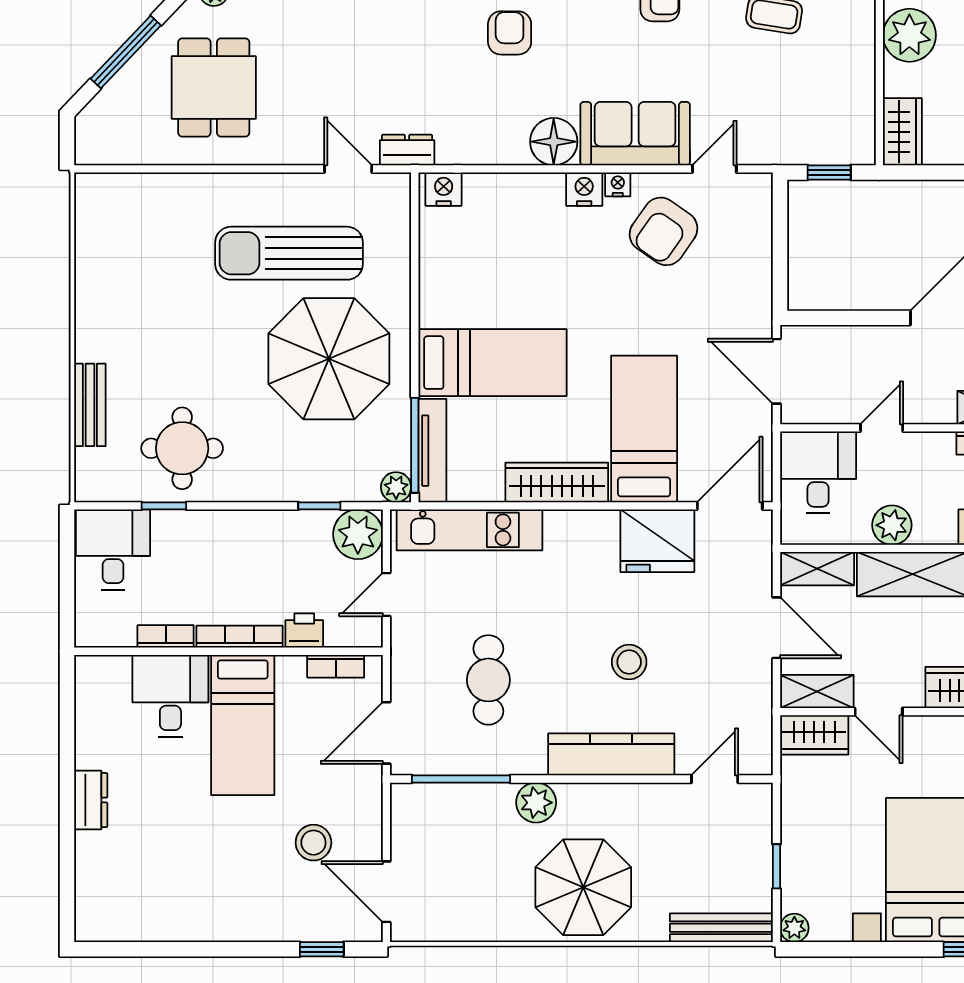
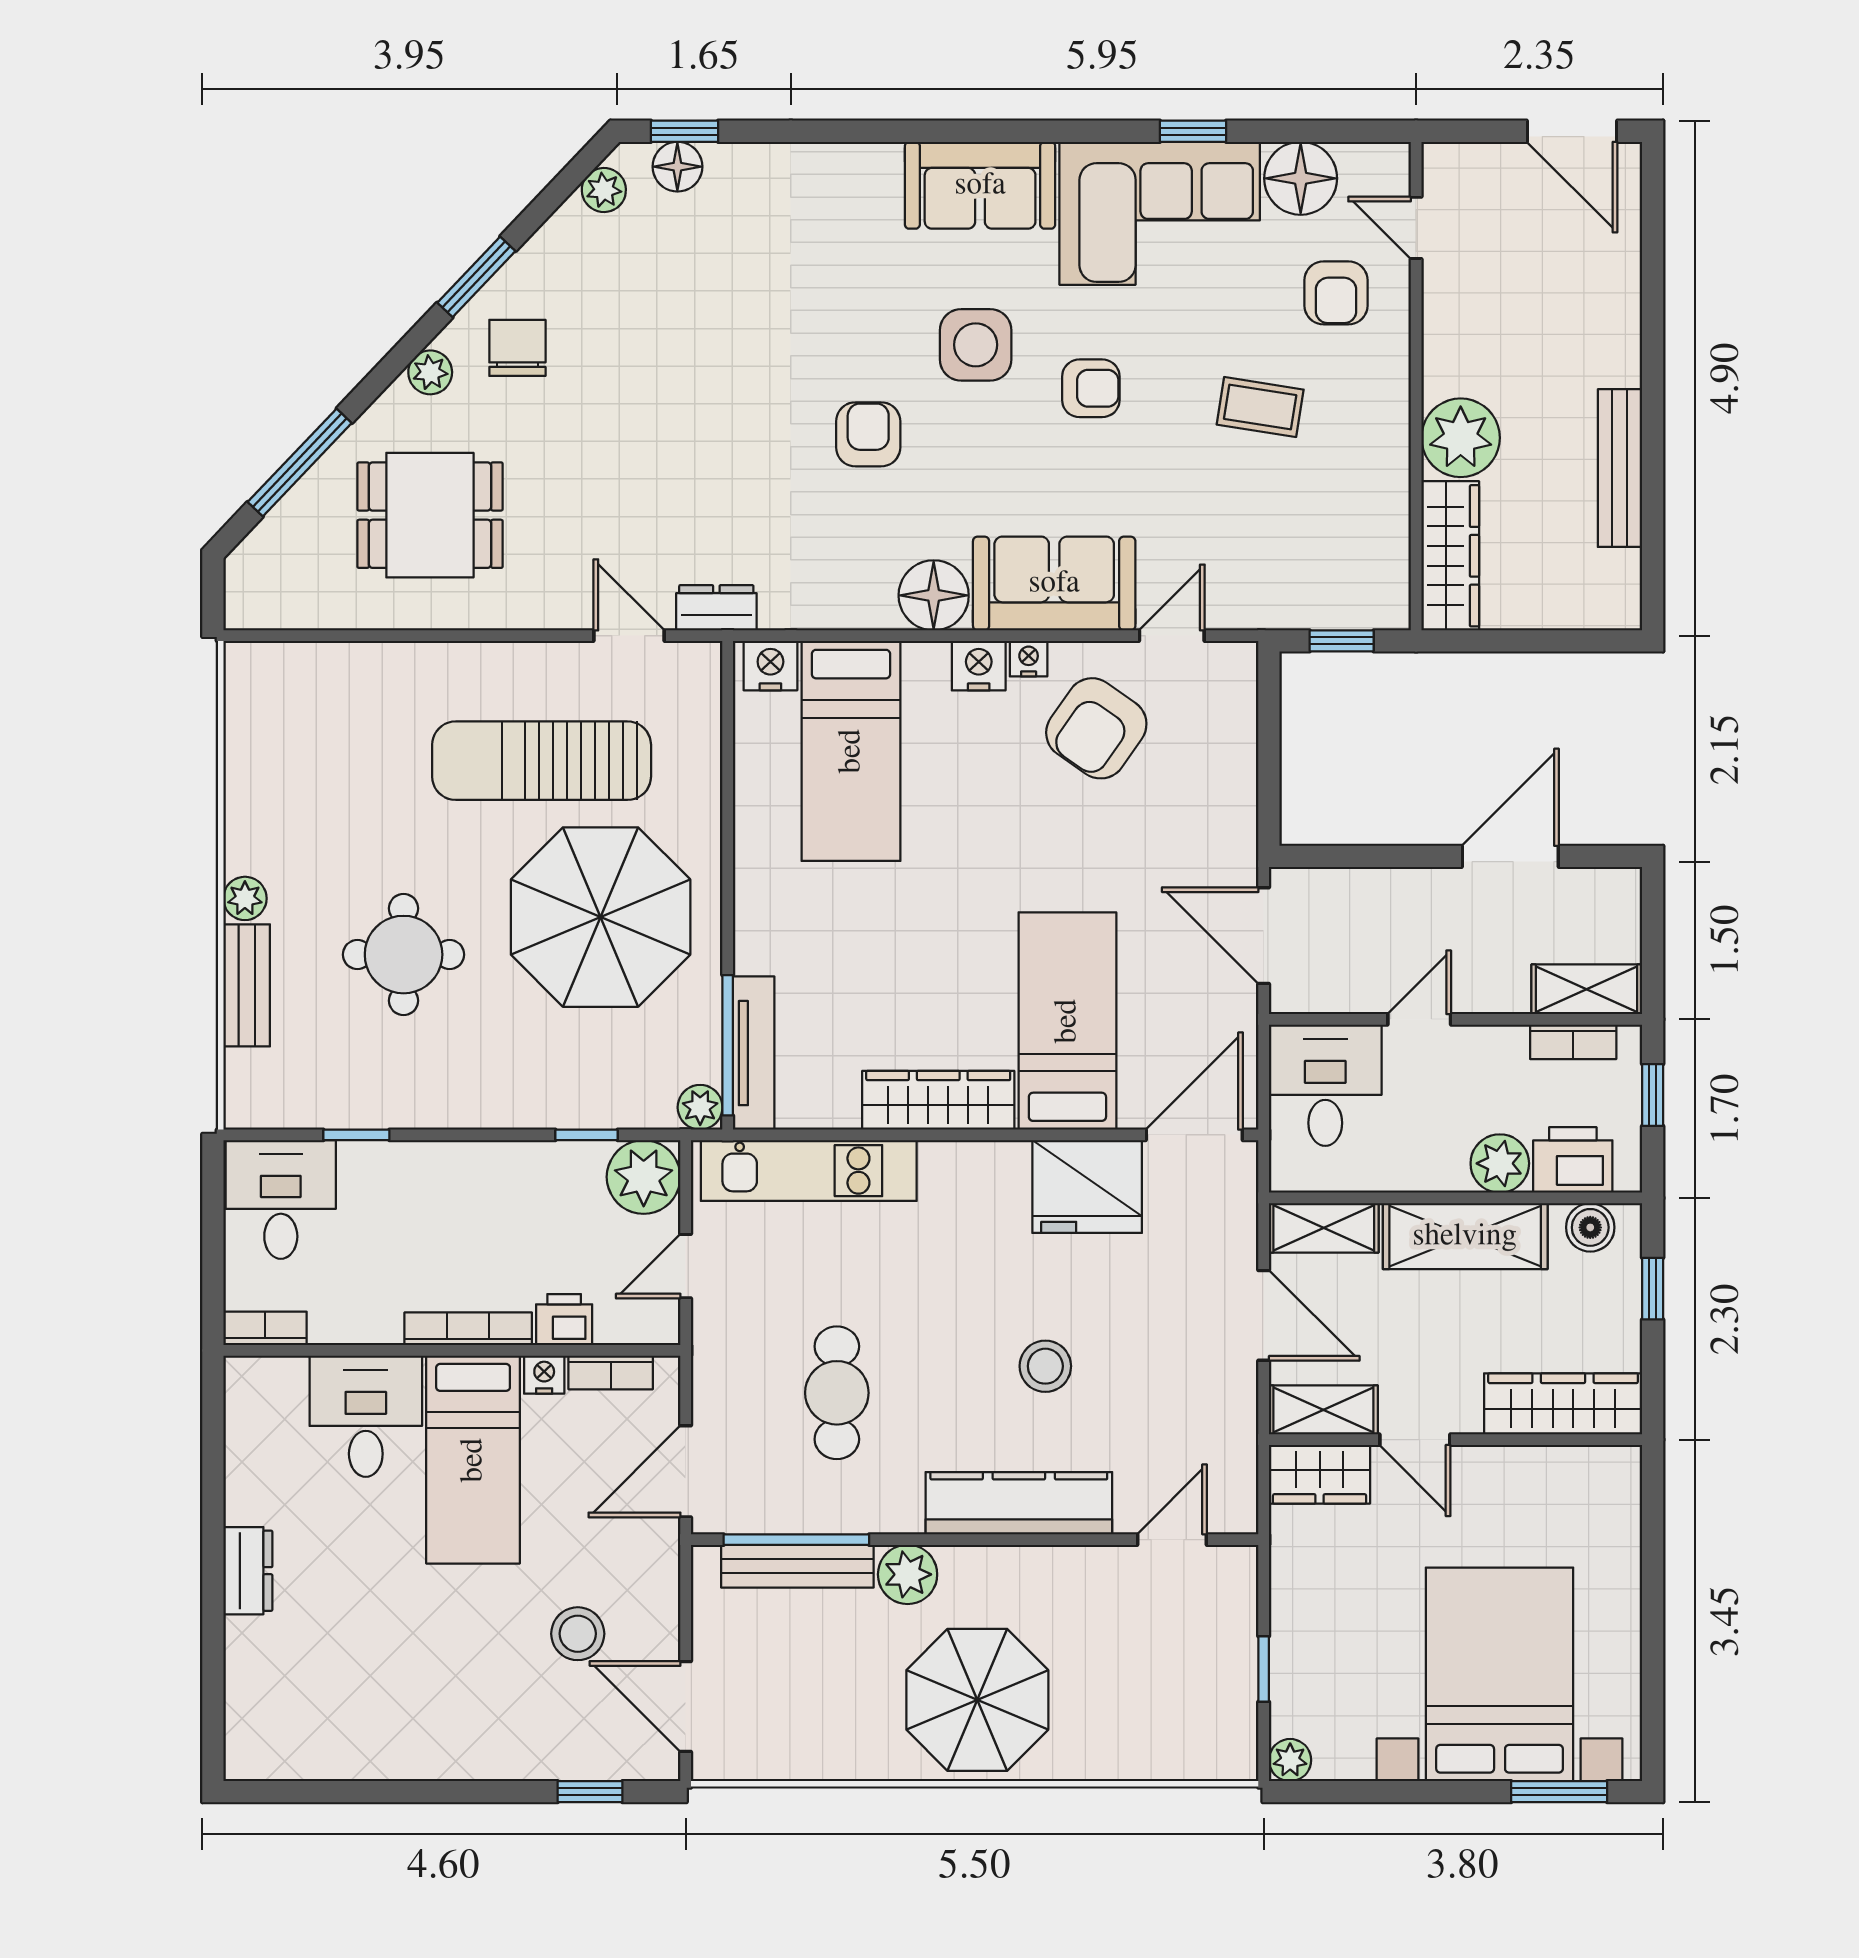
dining table: (214, 87) -> (430, 515), turned 90
wardrobe: (902, 132) -> (1450, 556), width x1.50
plant: (89, 346) -> (245, 898), added
bed: (492, 363) -> (851, 751), moved, turned 90
round table: (182, 448) -> (404, 955), moved
plant: (892, 525) -> (1500, 1163), moved
bookcase: (166, 636) -> (265, 1328), moved
nightstand: (291, 668) -> (544, 1375), added
bench: (721, 928) -> (797, 1566), moved

